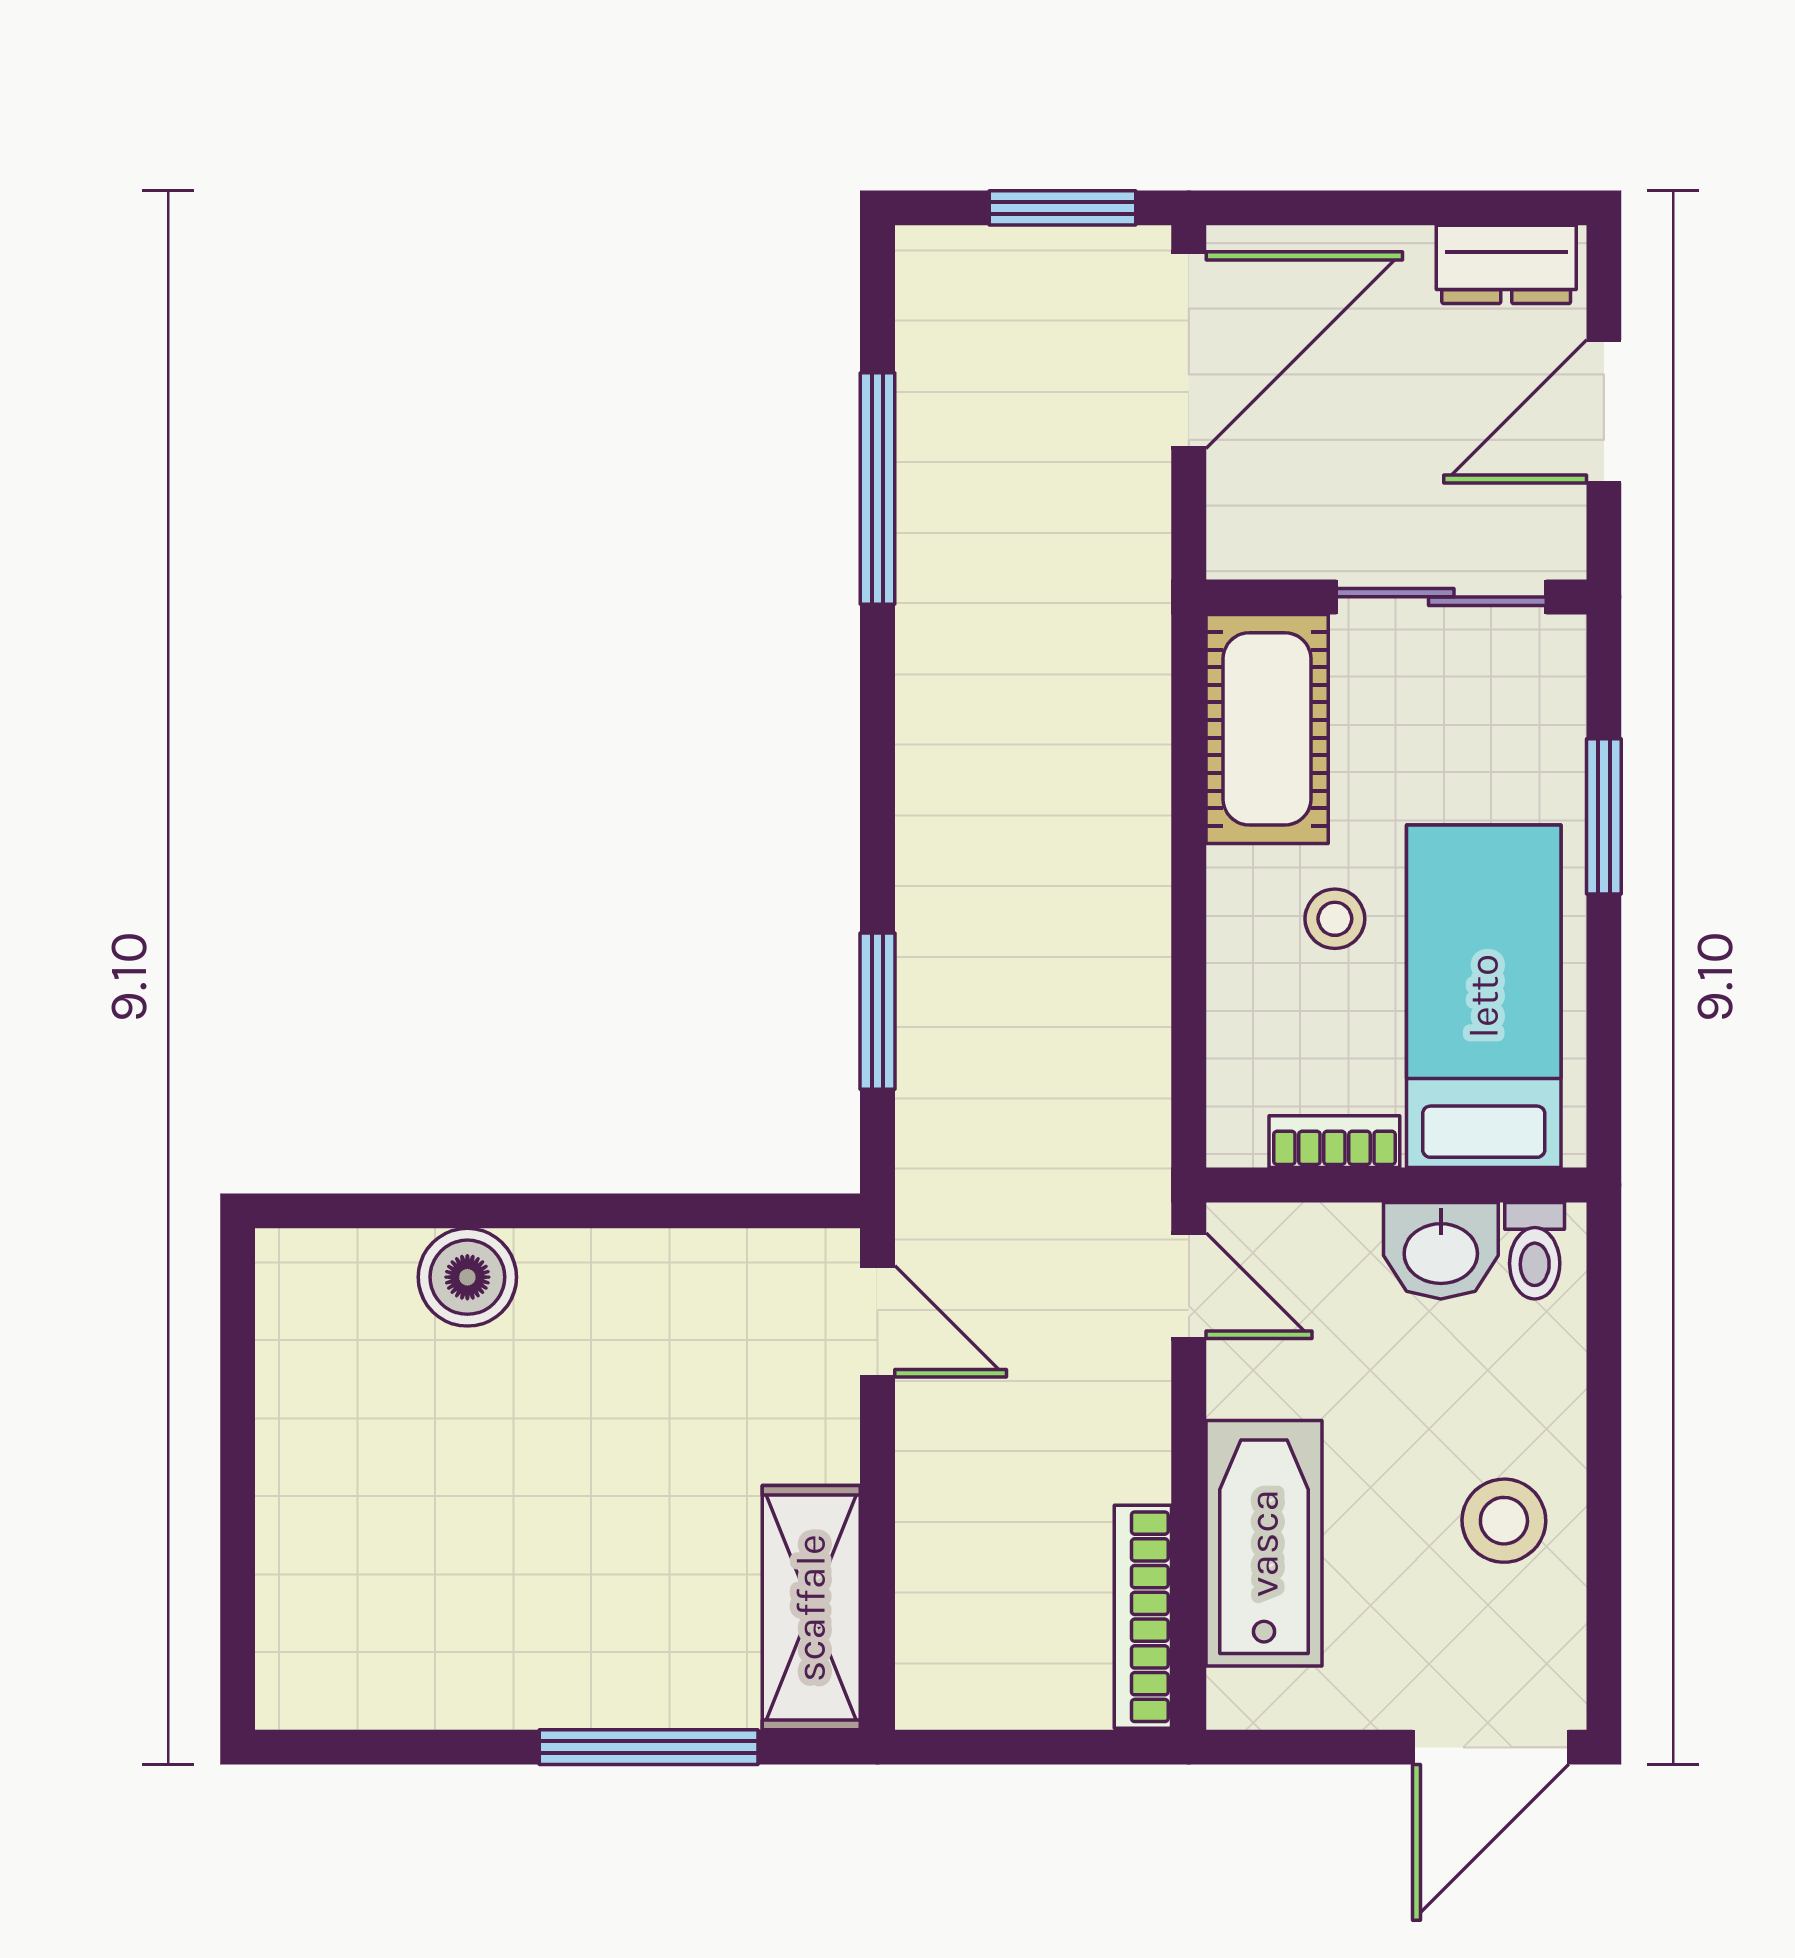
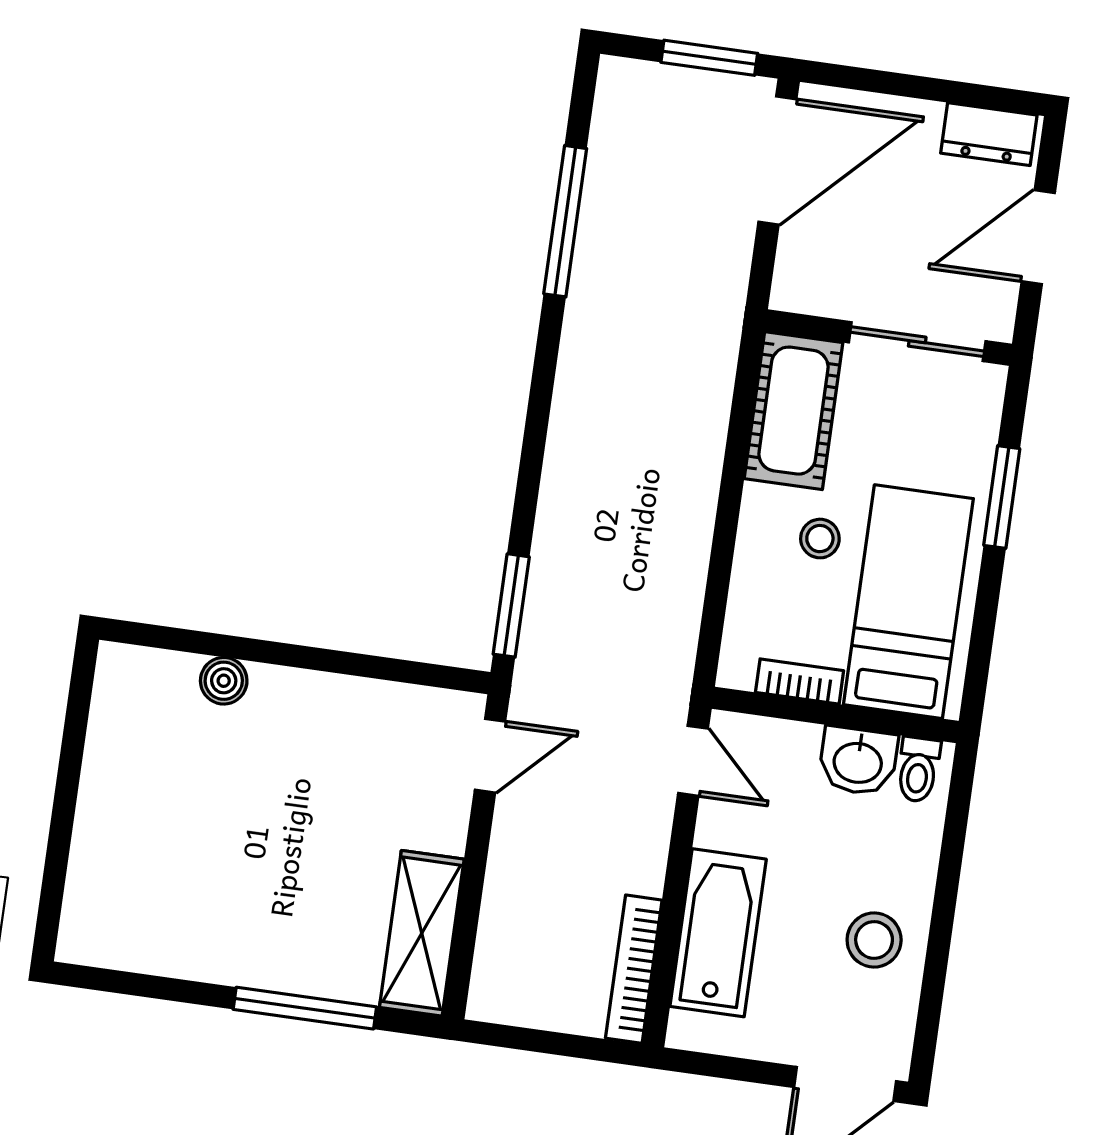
window: (877, 1011) -> (511, 605), moved
boiler: (467, 1277) -> (224, 681), width x0.73, depth x0.73
door: (877, 1321) -> (490, 756), hinge flipped

